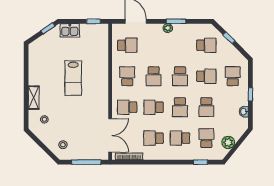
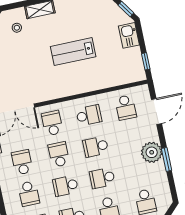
plant: (168, 28) -> (152, 152), width x1.88, depth x1.88
school desk: (180, 138) -> (29, 194), turned 180

